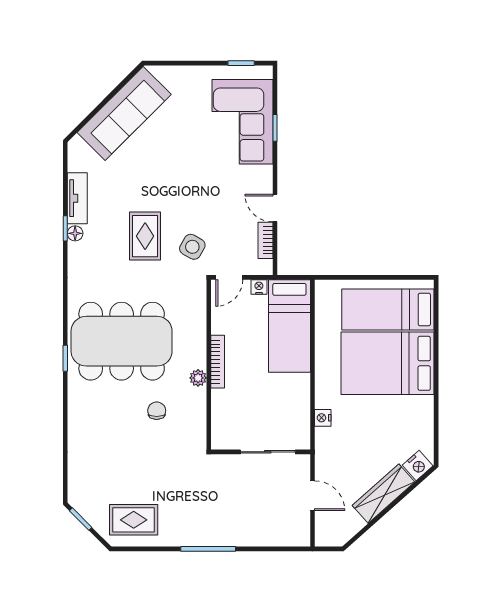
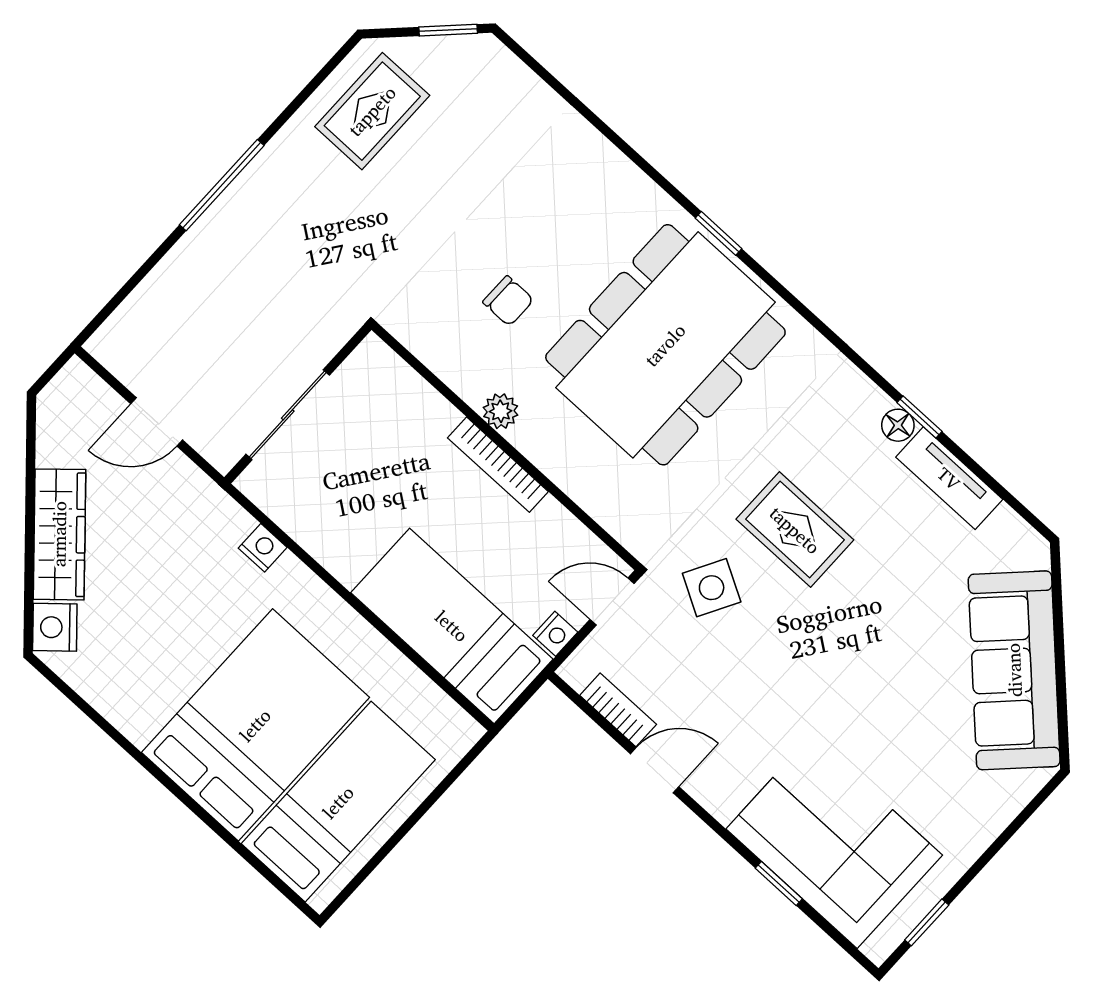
door: (229, 277) -> (612, 601), hinge flipped

